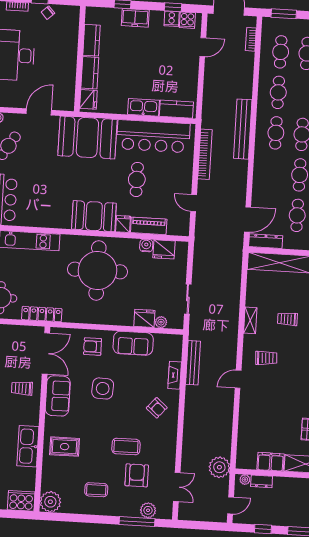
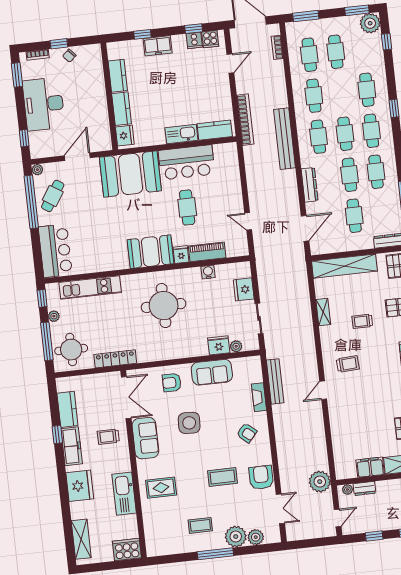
bar counter: (153, 136) -> (186, 162), width x0.73
bookcase: (205, 154) -> (245, 120), moved
dresser: (266, 241) -> (310, 185), moved, turned 90
fridge: (164, 249) -> (244, 289), moved, turned 90
round table: (97, 270) -> (164, 306), width x0.73, depth x0.73
shelving: (250, 320) -> (323, 312), moved
armchair: (137, 475) -> (261, 477), moved
plant: (50, 502) -> (236, 537), moved
window: (137, 522) -> (215, 554), moved

